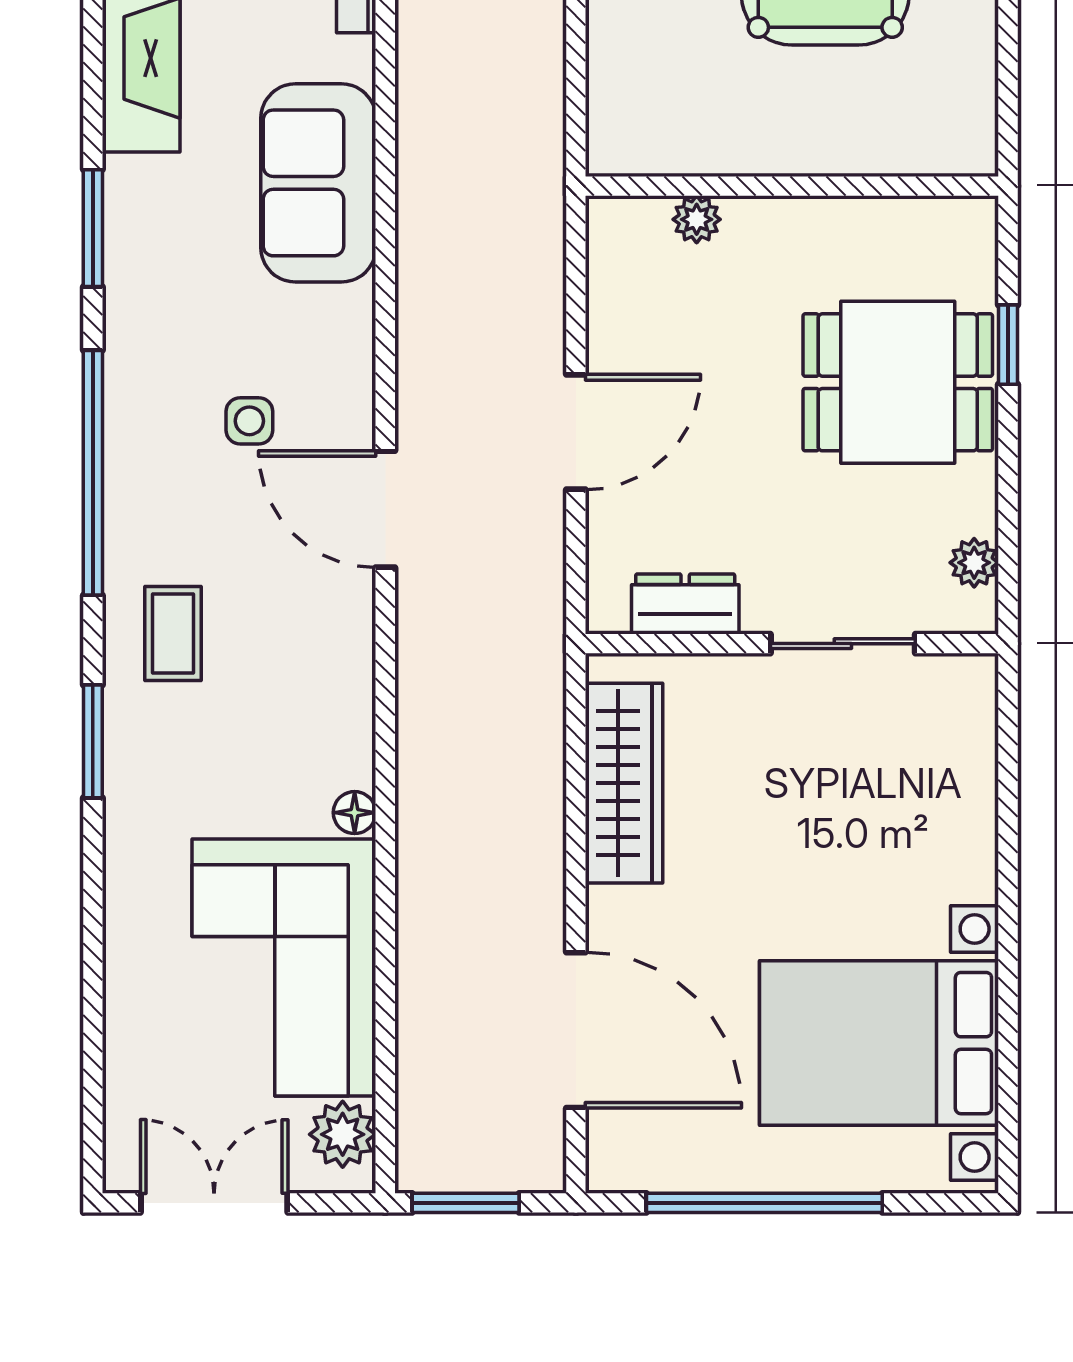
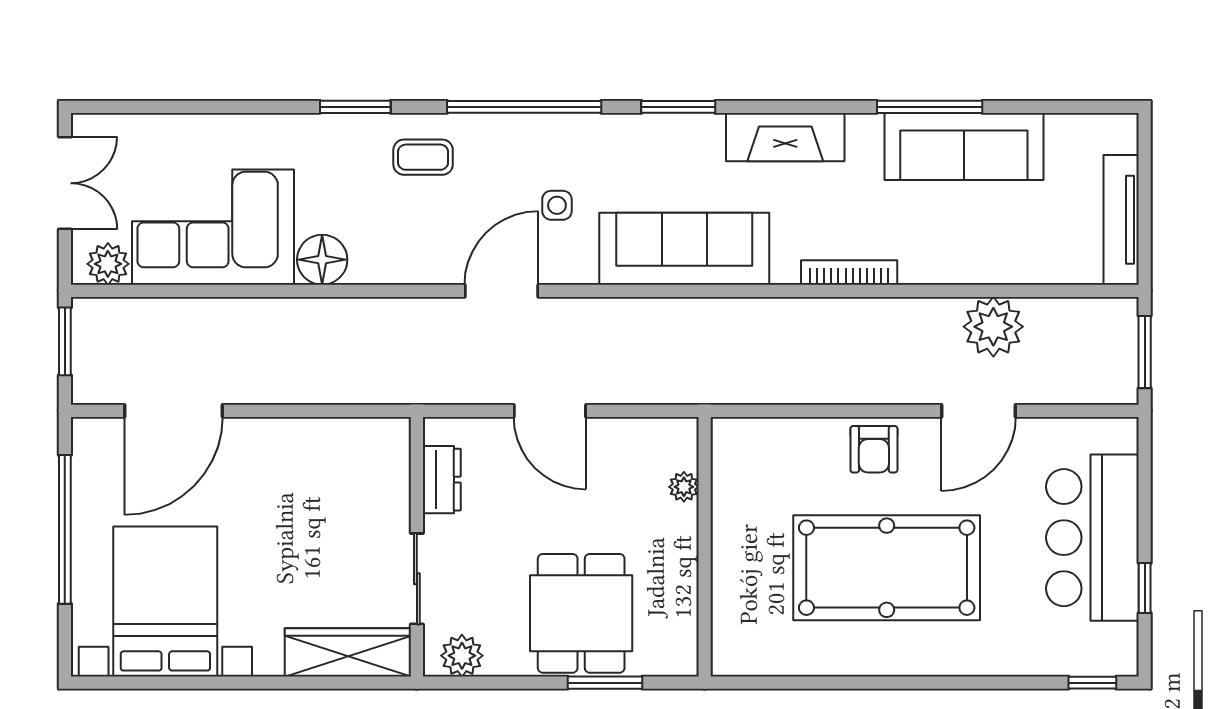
sofa: (318, 183) -> (684, 249), width x1.36
window: (1008, 345) -> (605, 683), width x1.50
plant: (974, 563) -> (462, 656), width x1.38, depth x1.38
wardrobe: (624, 783) -> (348, 652), moved, turned 180
floor lamp: (355, 813) -> (322, 260), width x1.89, depth x1.89

